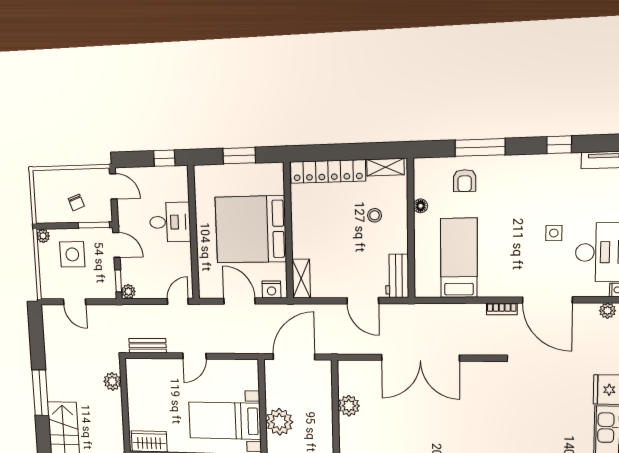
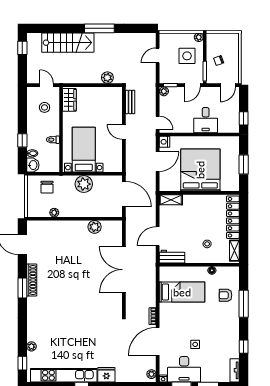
nightstand: (271, 290) -> (164, 142), moved

